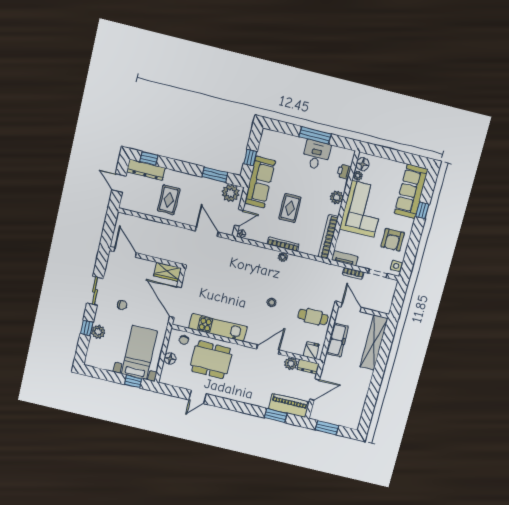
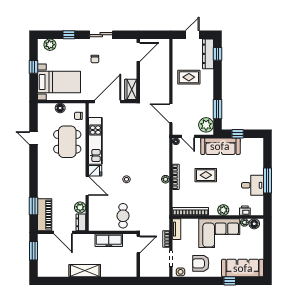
door: (207, 232) -> (171, 113), swing flipped
plant: (98, 332) -> (50, 45), moved
shelving: (374, 343) -> (85, 271), moved, width x0.68
fridge: (311, 350) -> (95, 171), moved
window: (133, 382) -> (34, 67), moved

